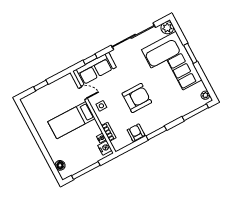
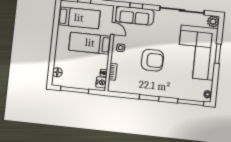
bed: (47, 104) -> (79, 18), added
armchair: (136, 133) -> (133, 87), removed

